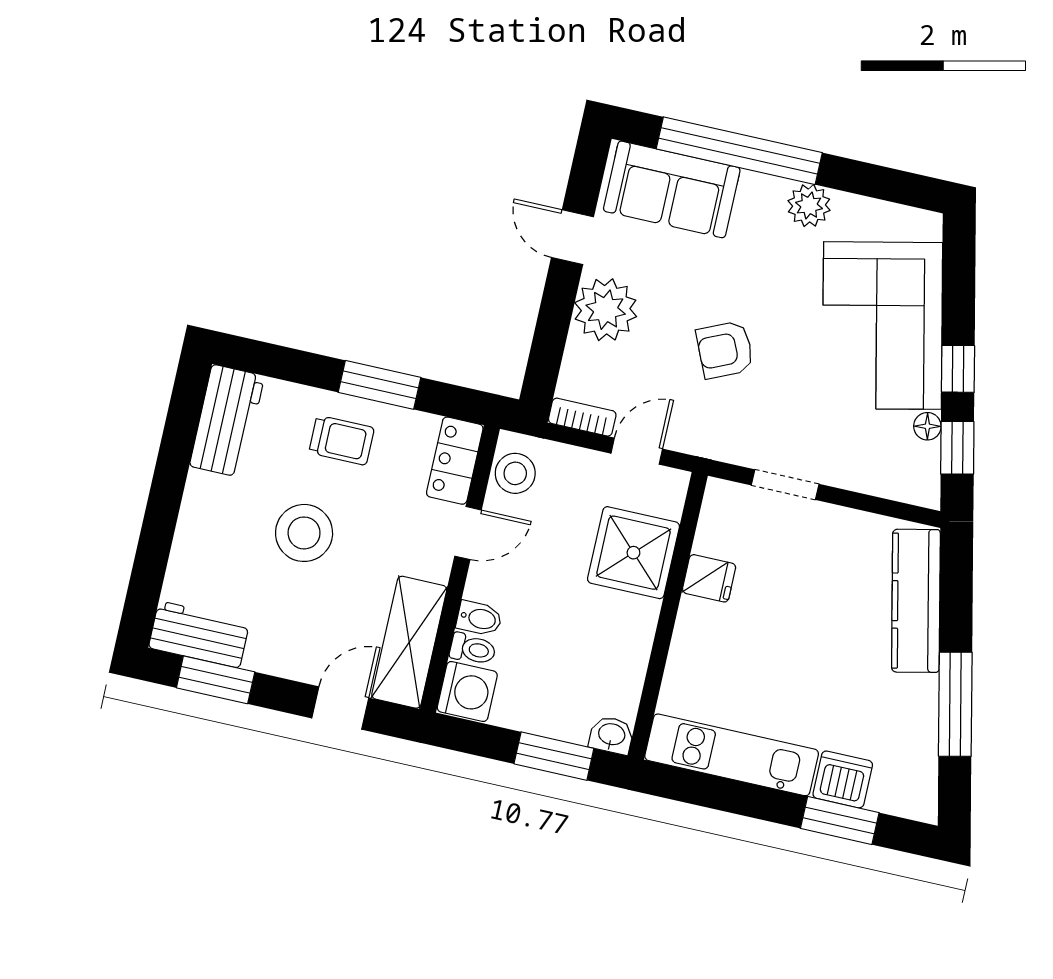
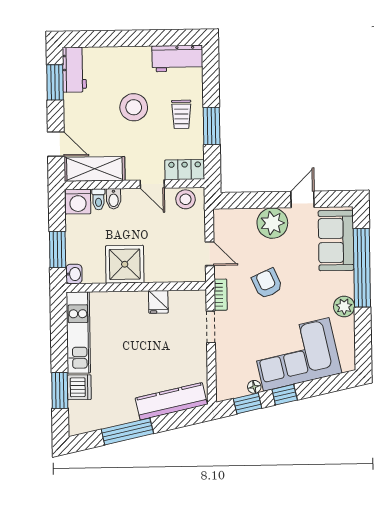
bookcase: (582, 417) -> (221, 295), moved
shower: (633, 553) -> (125, 264), moved

